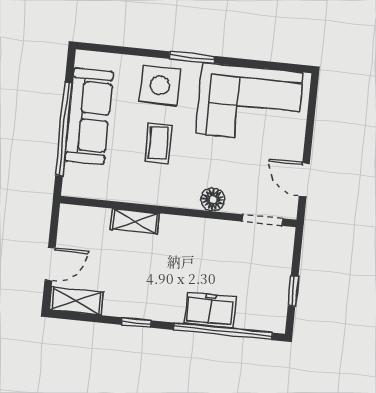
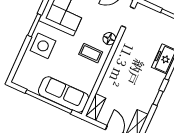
sofa: (89, 116) -> (63, 95), moved
coffee table: (159, 143) -> (91, 53), moved
shelving: (135, 221) -> (96, 107), moved

